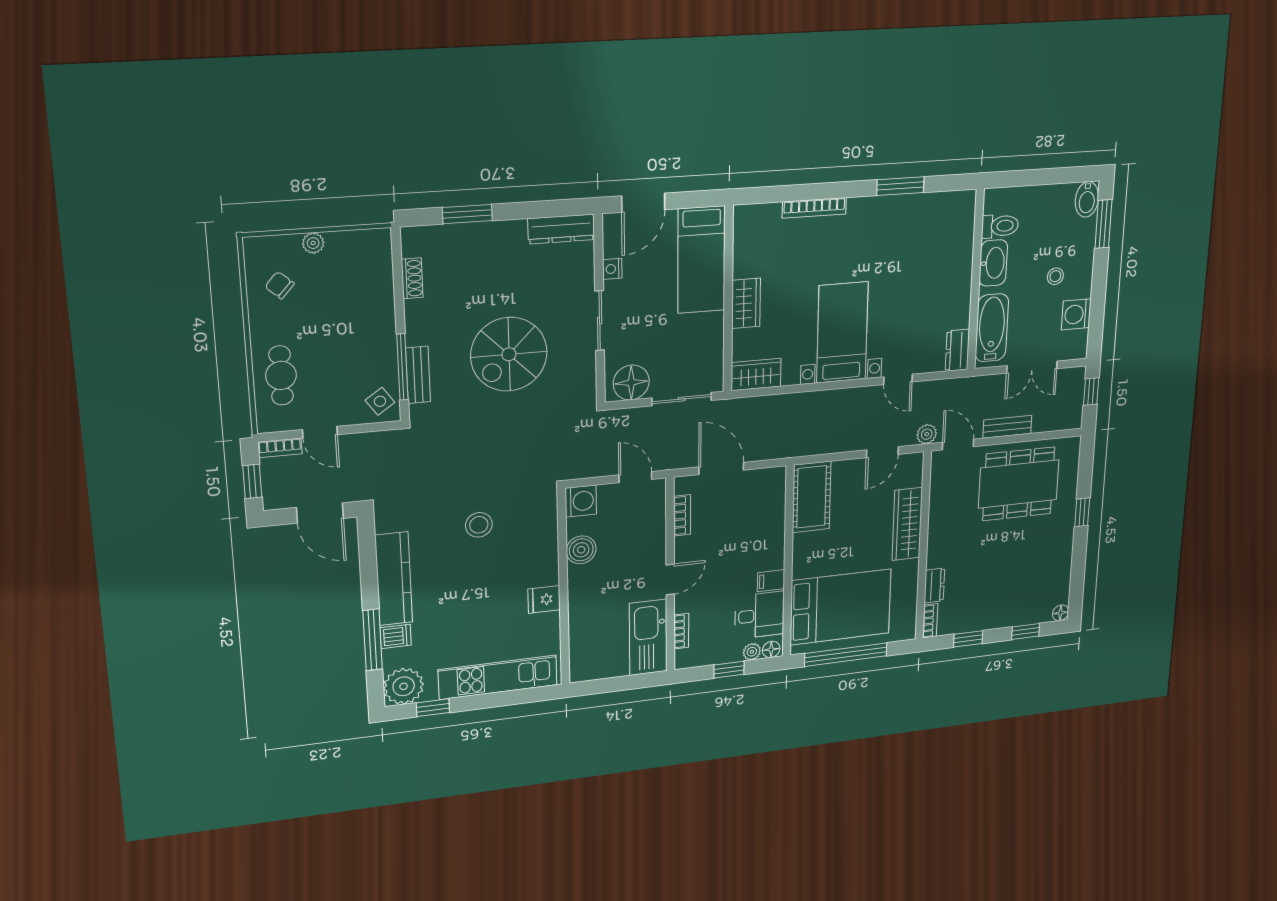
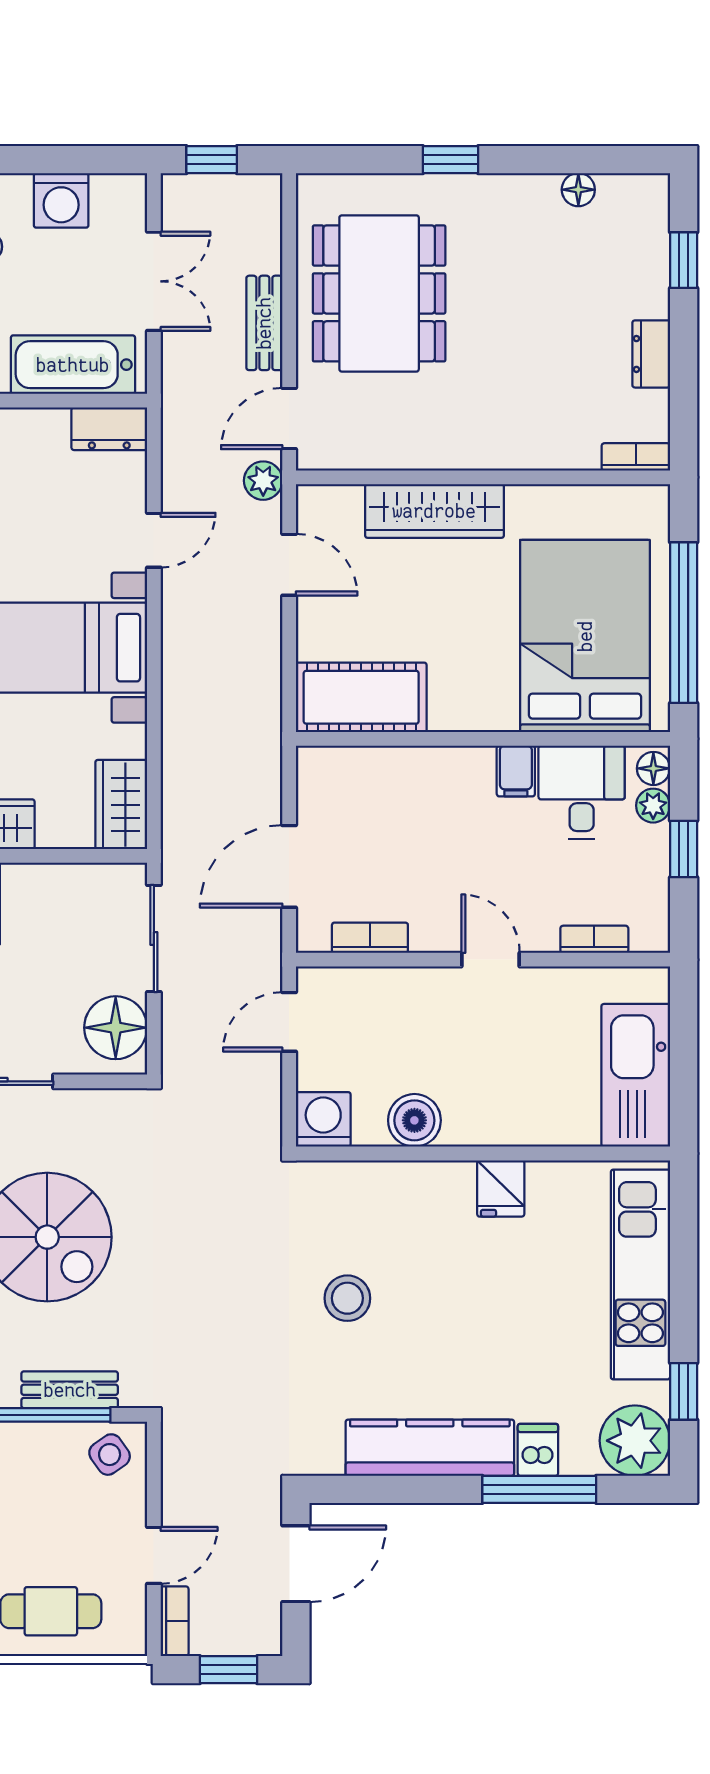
dresser: (934, 586) -> (651, 354), moved, turned -90
floor lamp: (1061, 613) -> (578, 190), moved
kitchen sink: (648, 637) -> (636, 1075), moved, turned 90
window: (968, 639) -> (684, 378), removed

